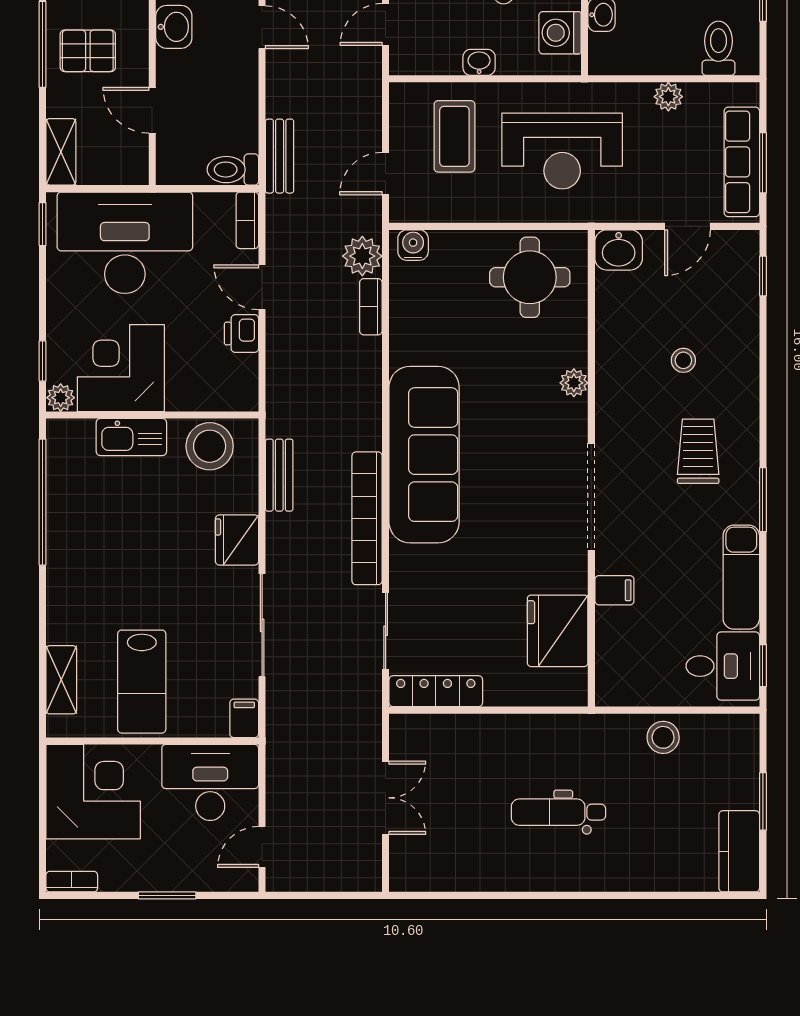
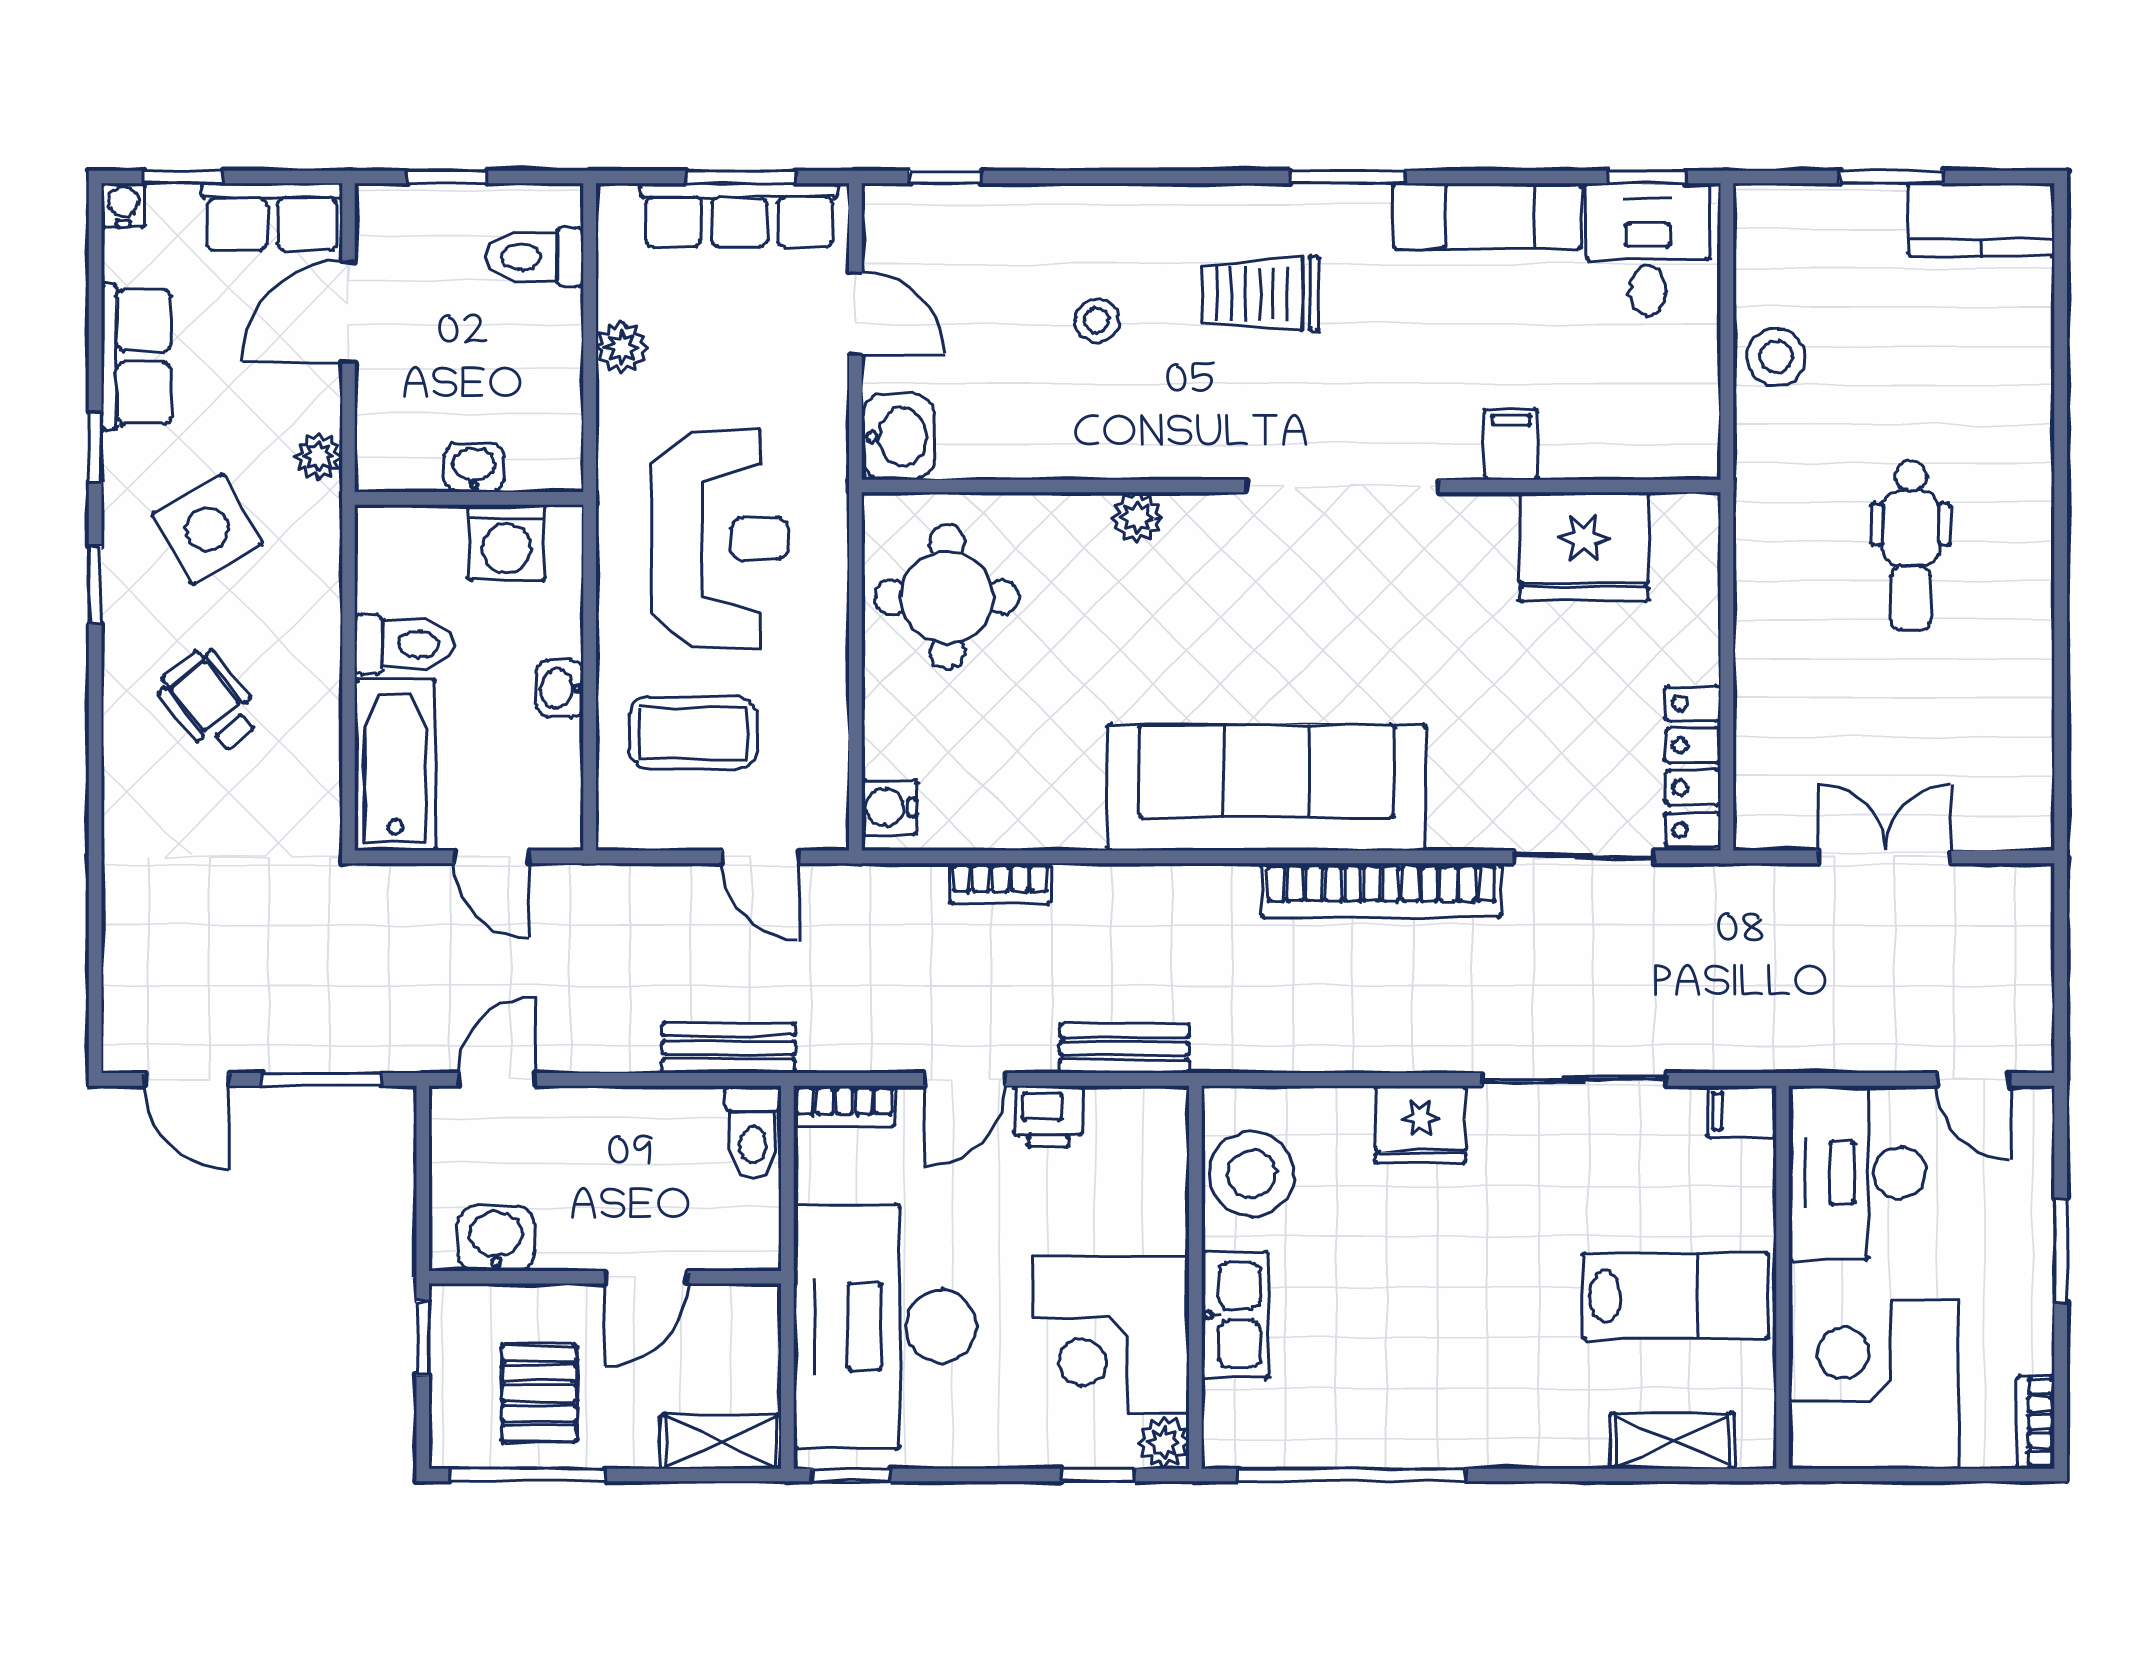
plant: (362, 256) -> (909, 899), removed
bench: (279, 475) -> (1124, 1048), moved

